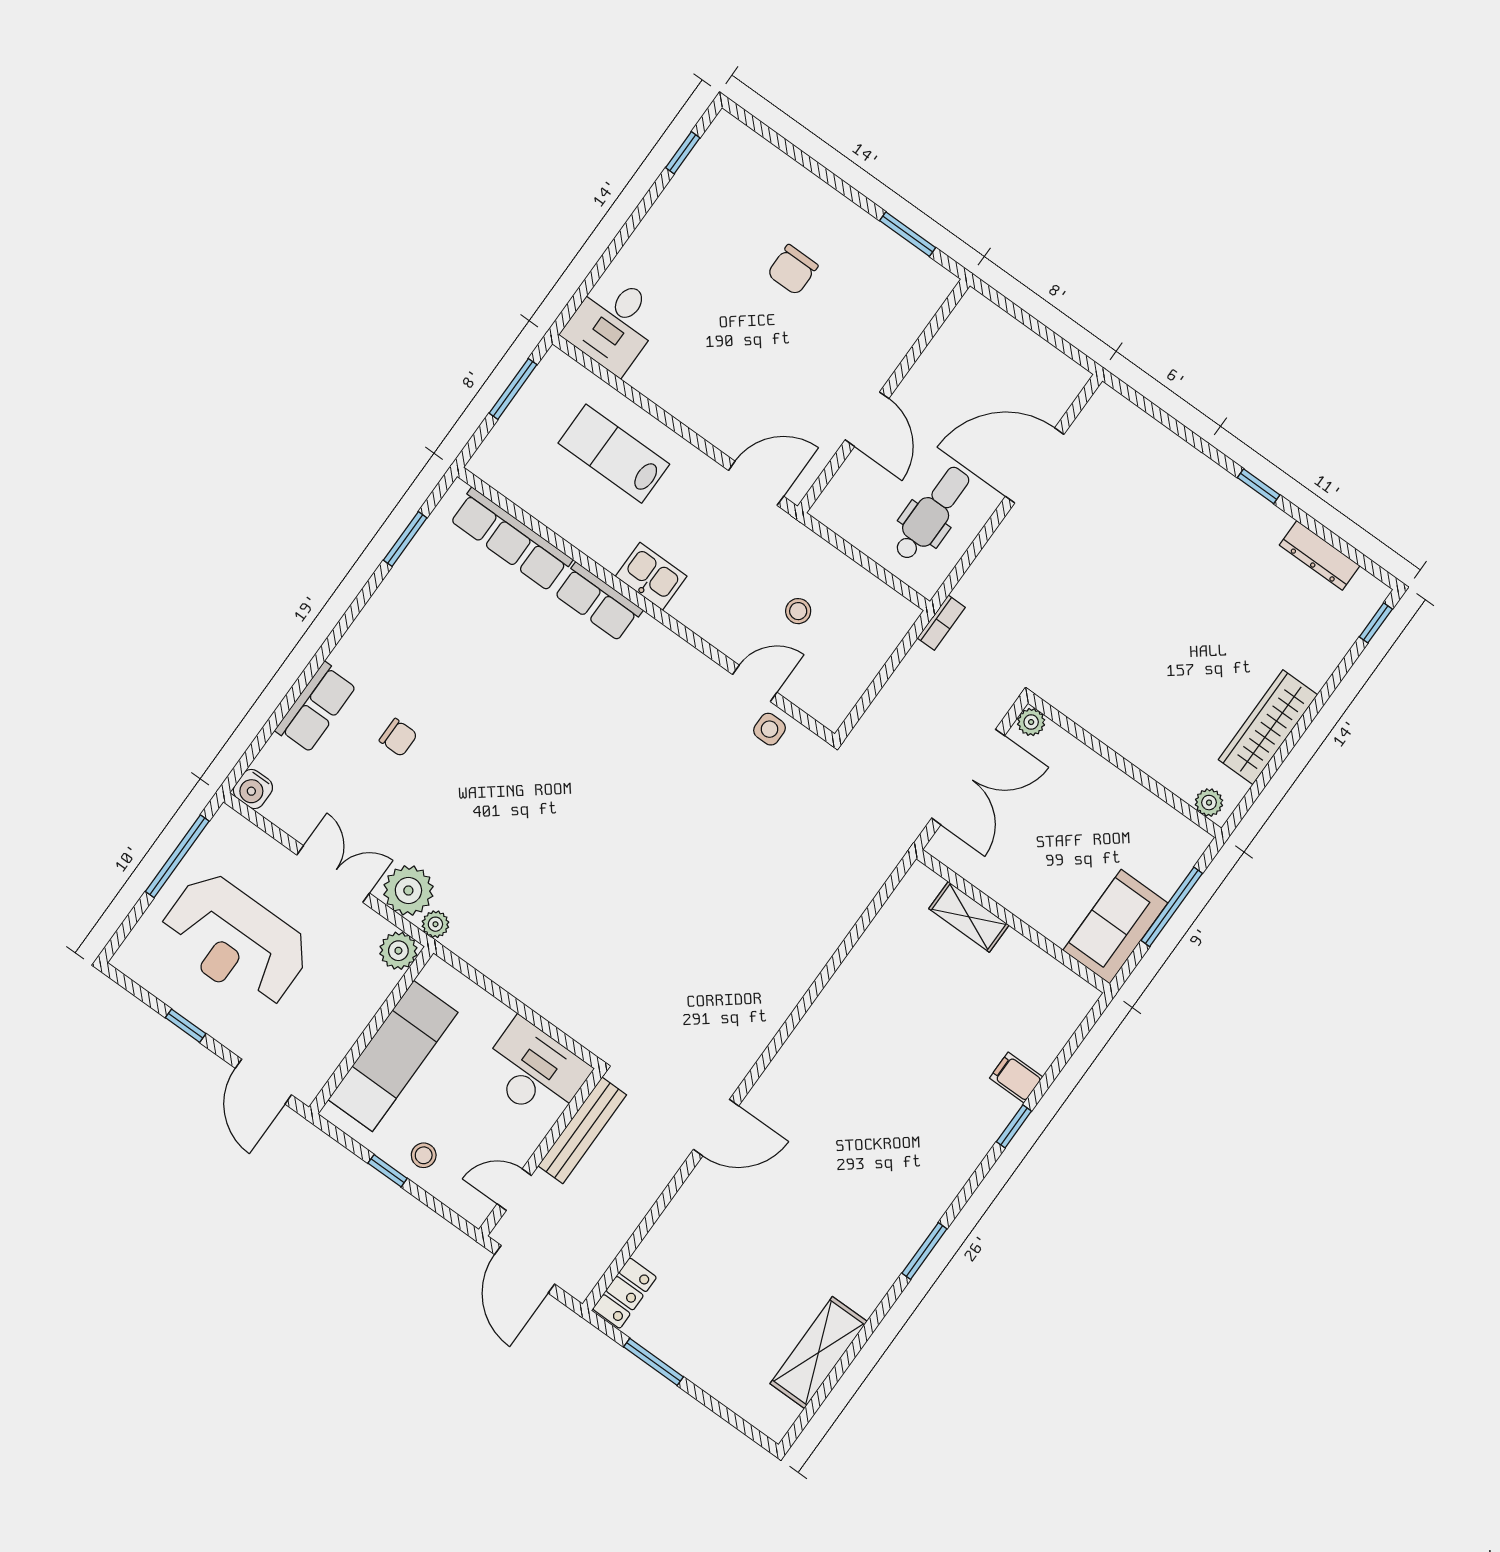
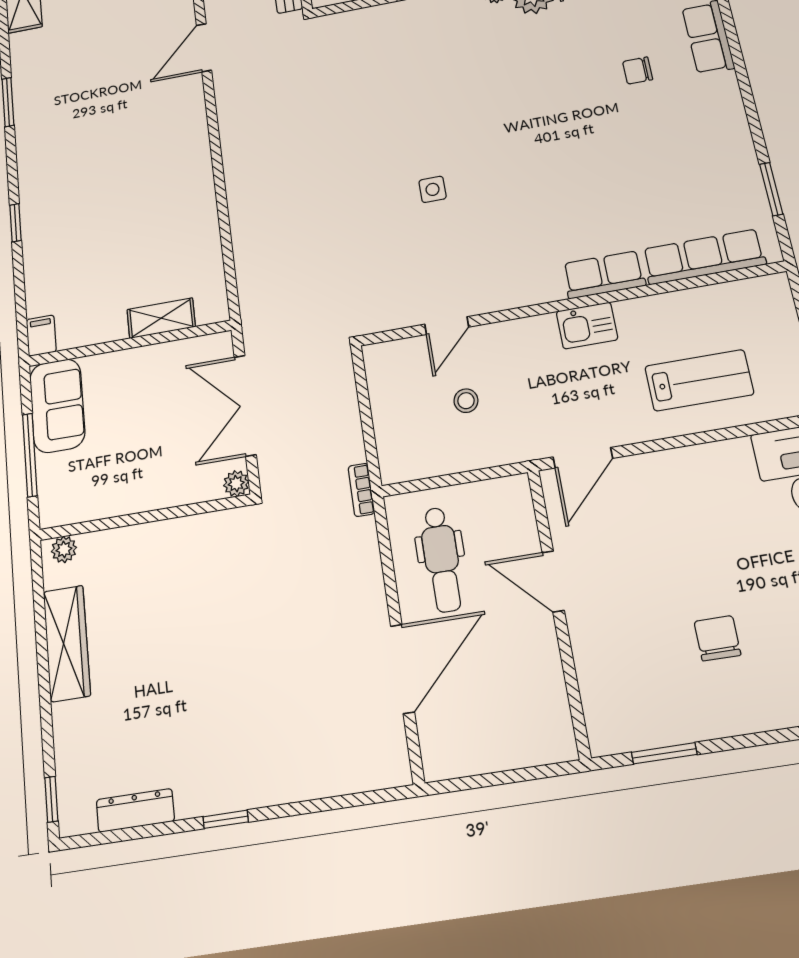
side table: (769, 729) -> (433, 189), moved
filing cabinet: (1016, 1077) -> (41, 336), moved, turned -90

